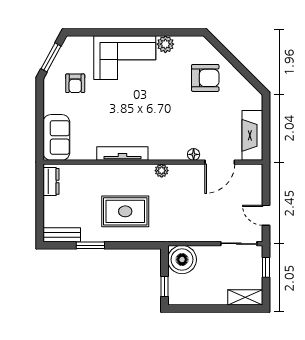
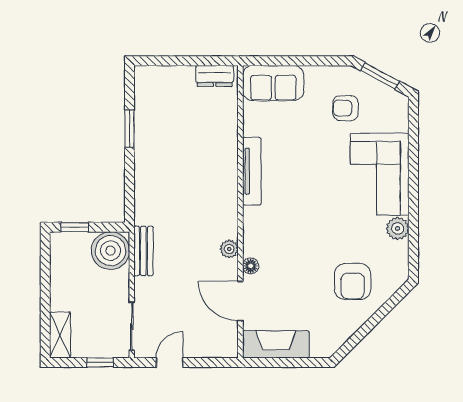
plant: (162, 171) -> (229, 249), moved
rug: (125, 211) -> (175, 175), removed
bench: (62, 235) -> (143, 251), moved

